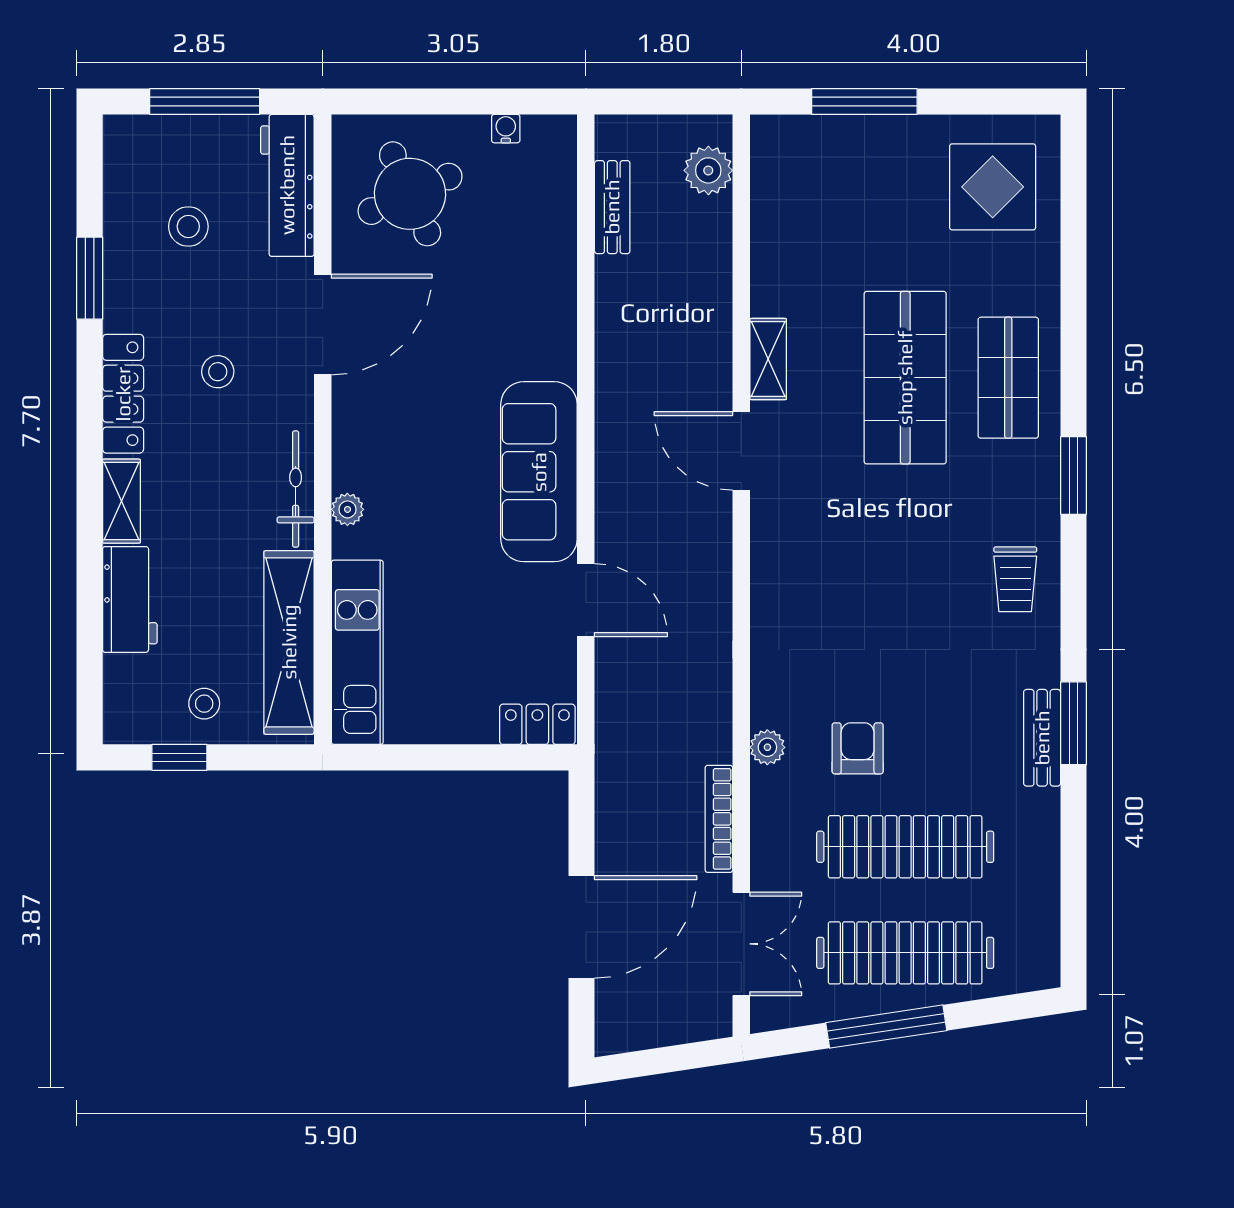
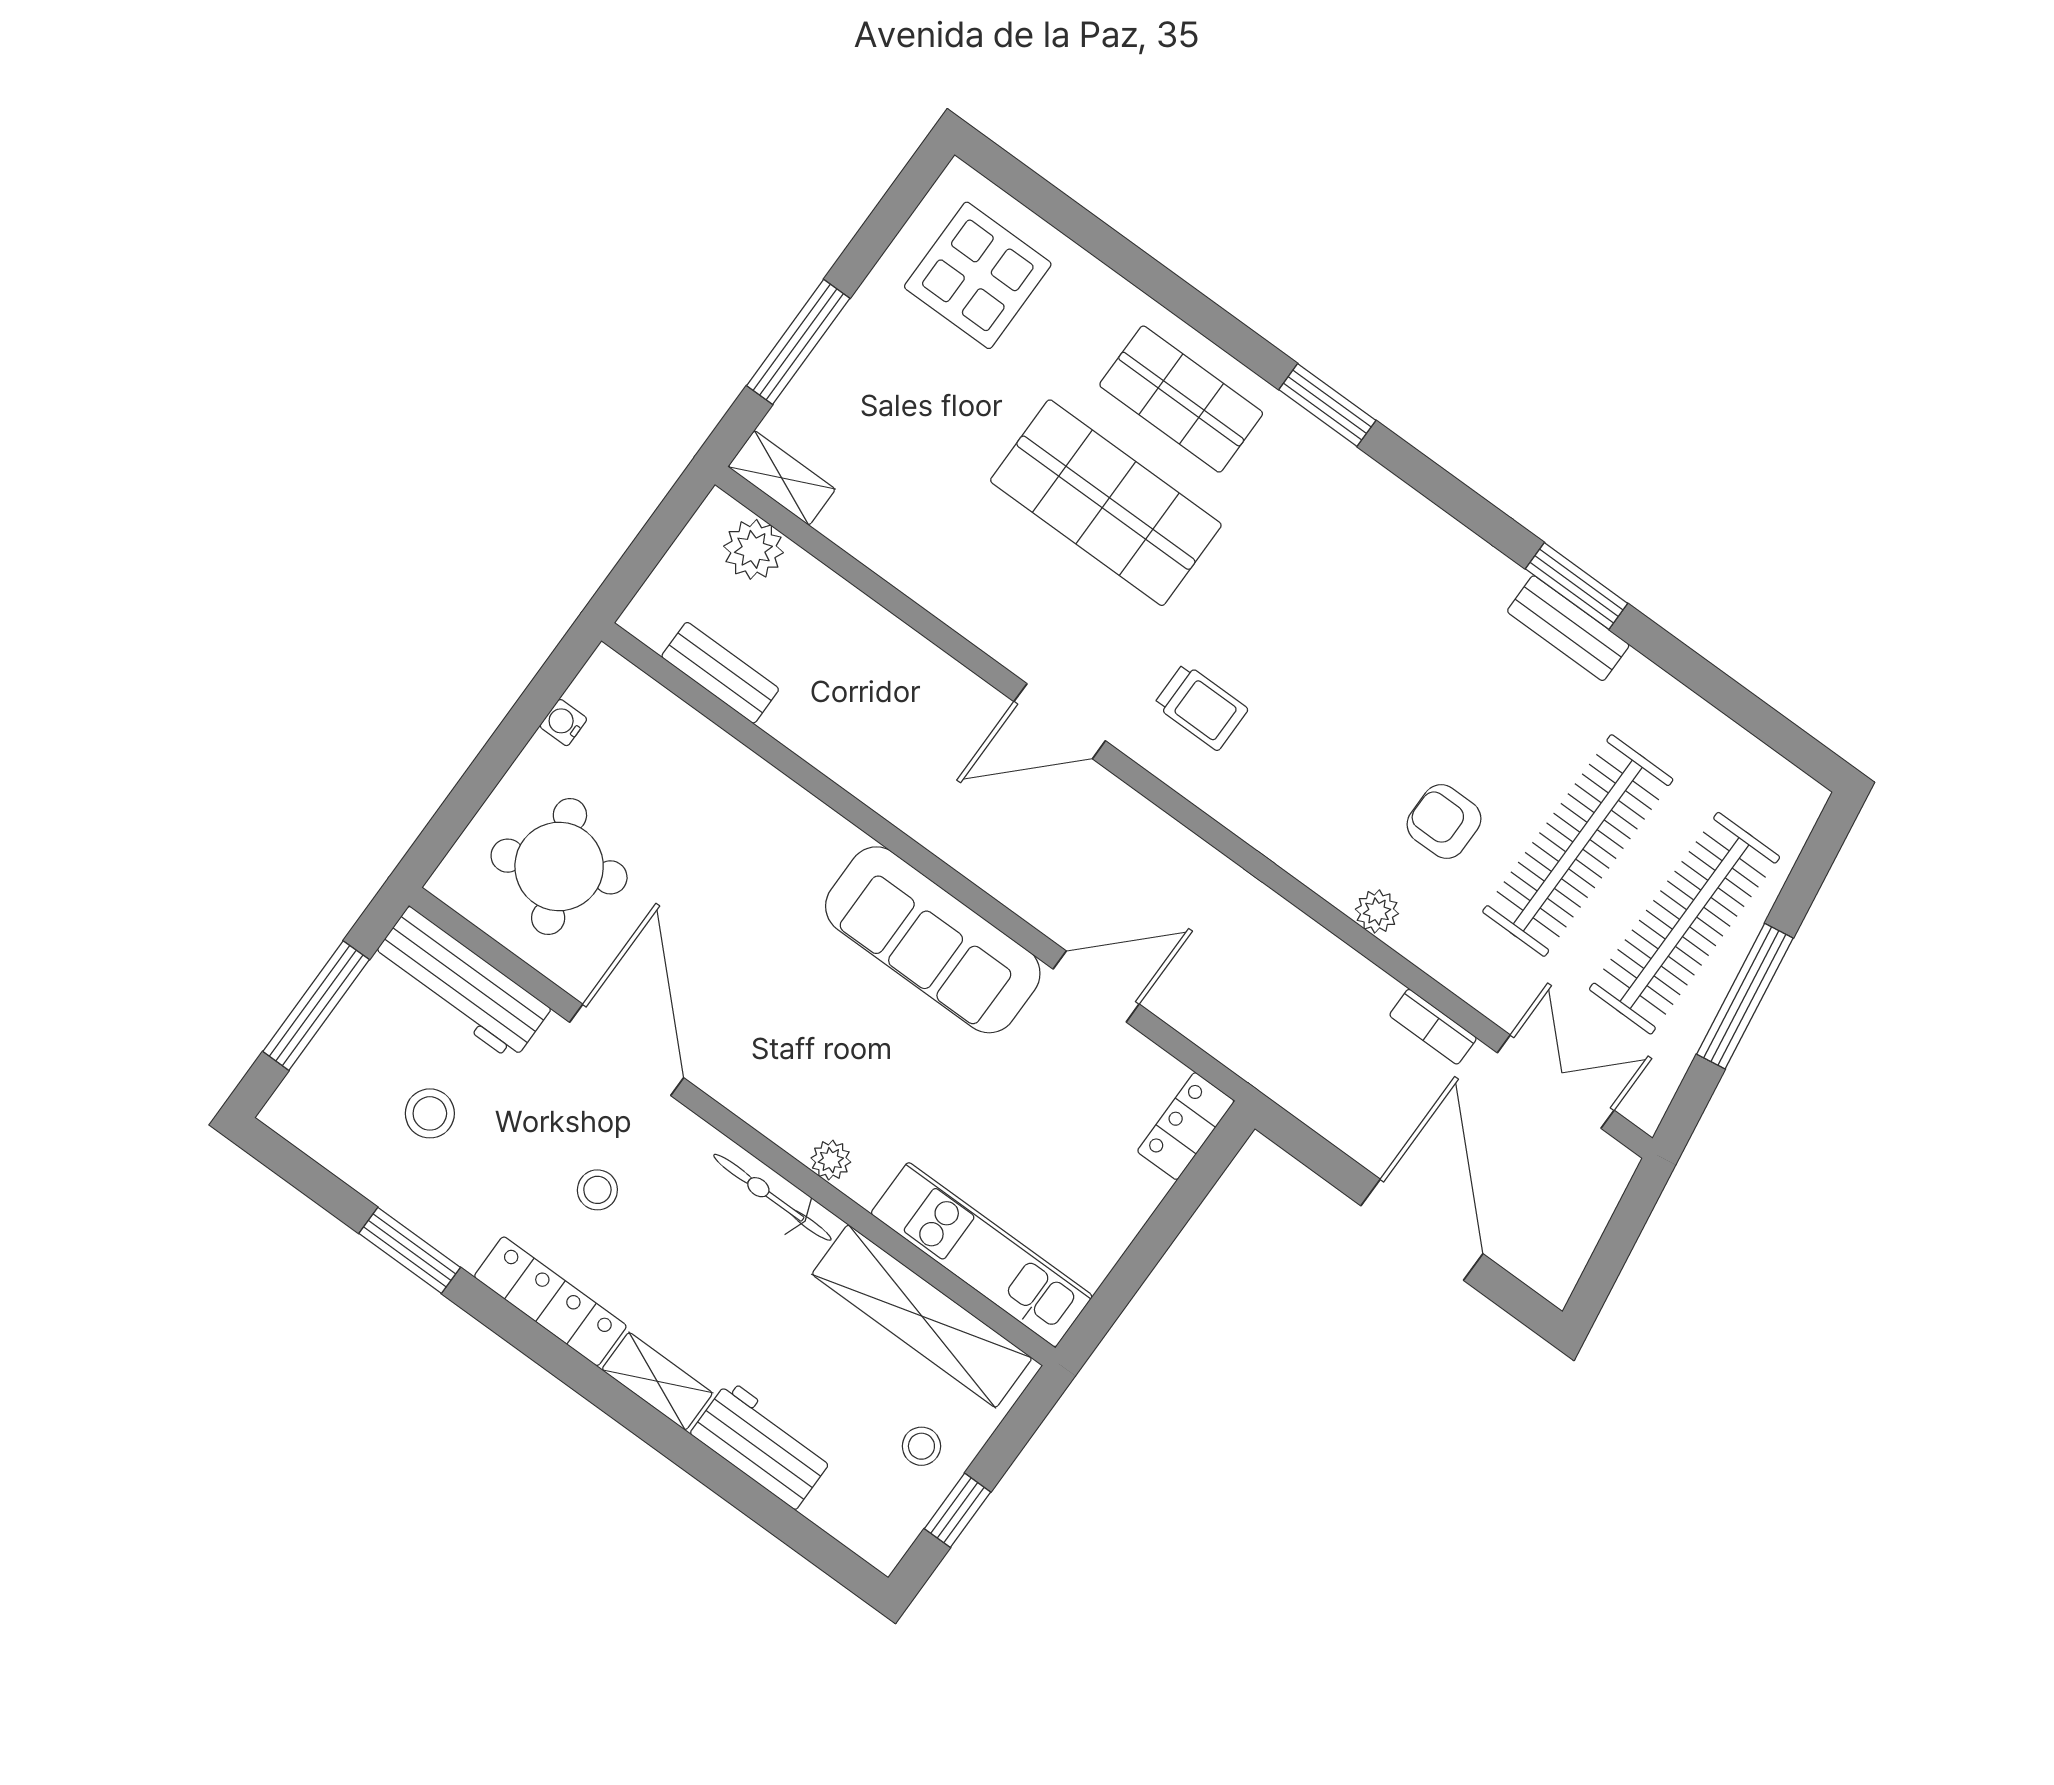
shelving: (768, 359) -> (782, 478), moved
trolley: (1015, 579) -> (1201, 707), moved
bookcase: (719, 819) -> (1433, 1027), width x0.64

